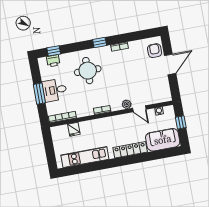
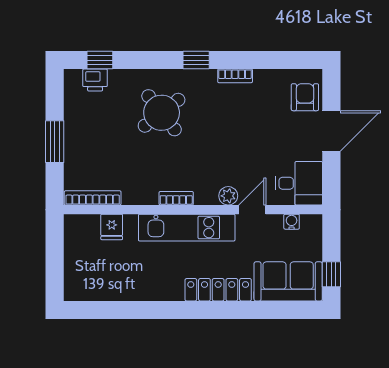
round table: (88, 71) -> (162, 113), turned -38
desk: (55, 90) -> (299, 183), moved, turned 180
door: (139, 109) -> (252, 210), swing flipped
window: (181, 122) -> (331, 274), moved
kitchen unit: (85, 157) -> (187, 228), moved, turned 180

